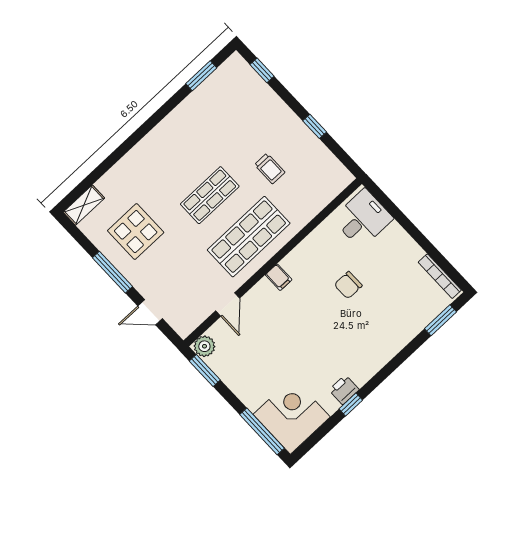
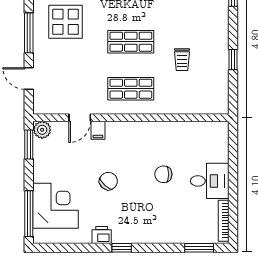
desk: (363, 219) -> (210, 181), moved
shop shelf: (249, 237) -> (131, 89), width x0.70, depth x0.74
filing cabinet: (279, 277) -> (98, 130), moved
chair: (305, 337) -> (108, 181), added
window: (351, 404) -> (122, 248), moved
corner desk: (292, 416) -> (55, 206), moved

